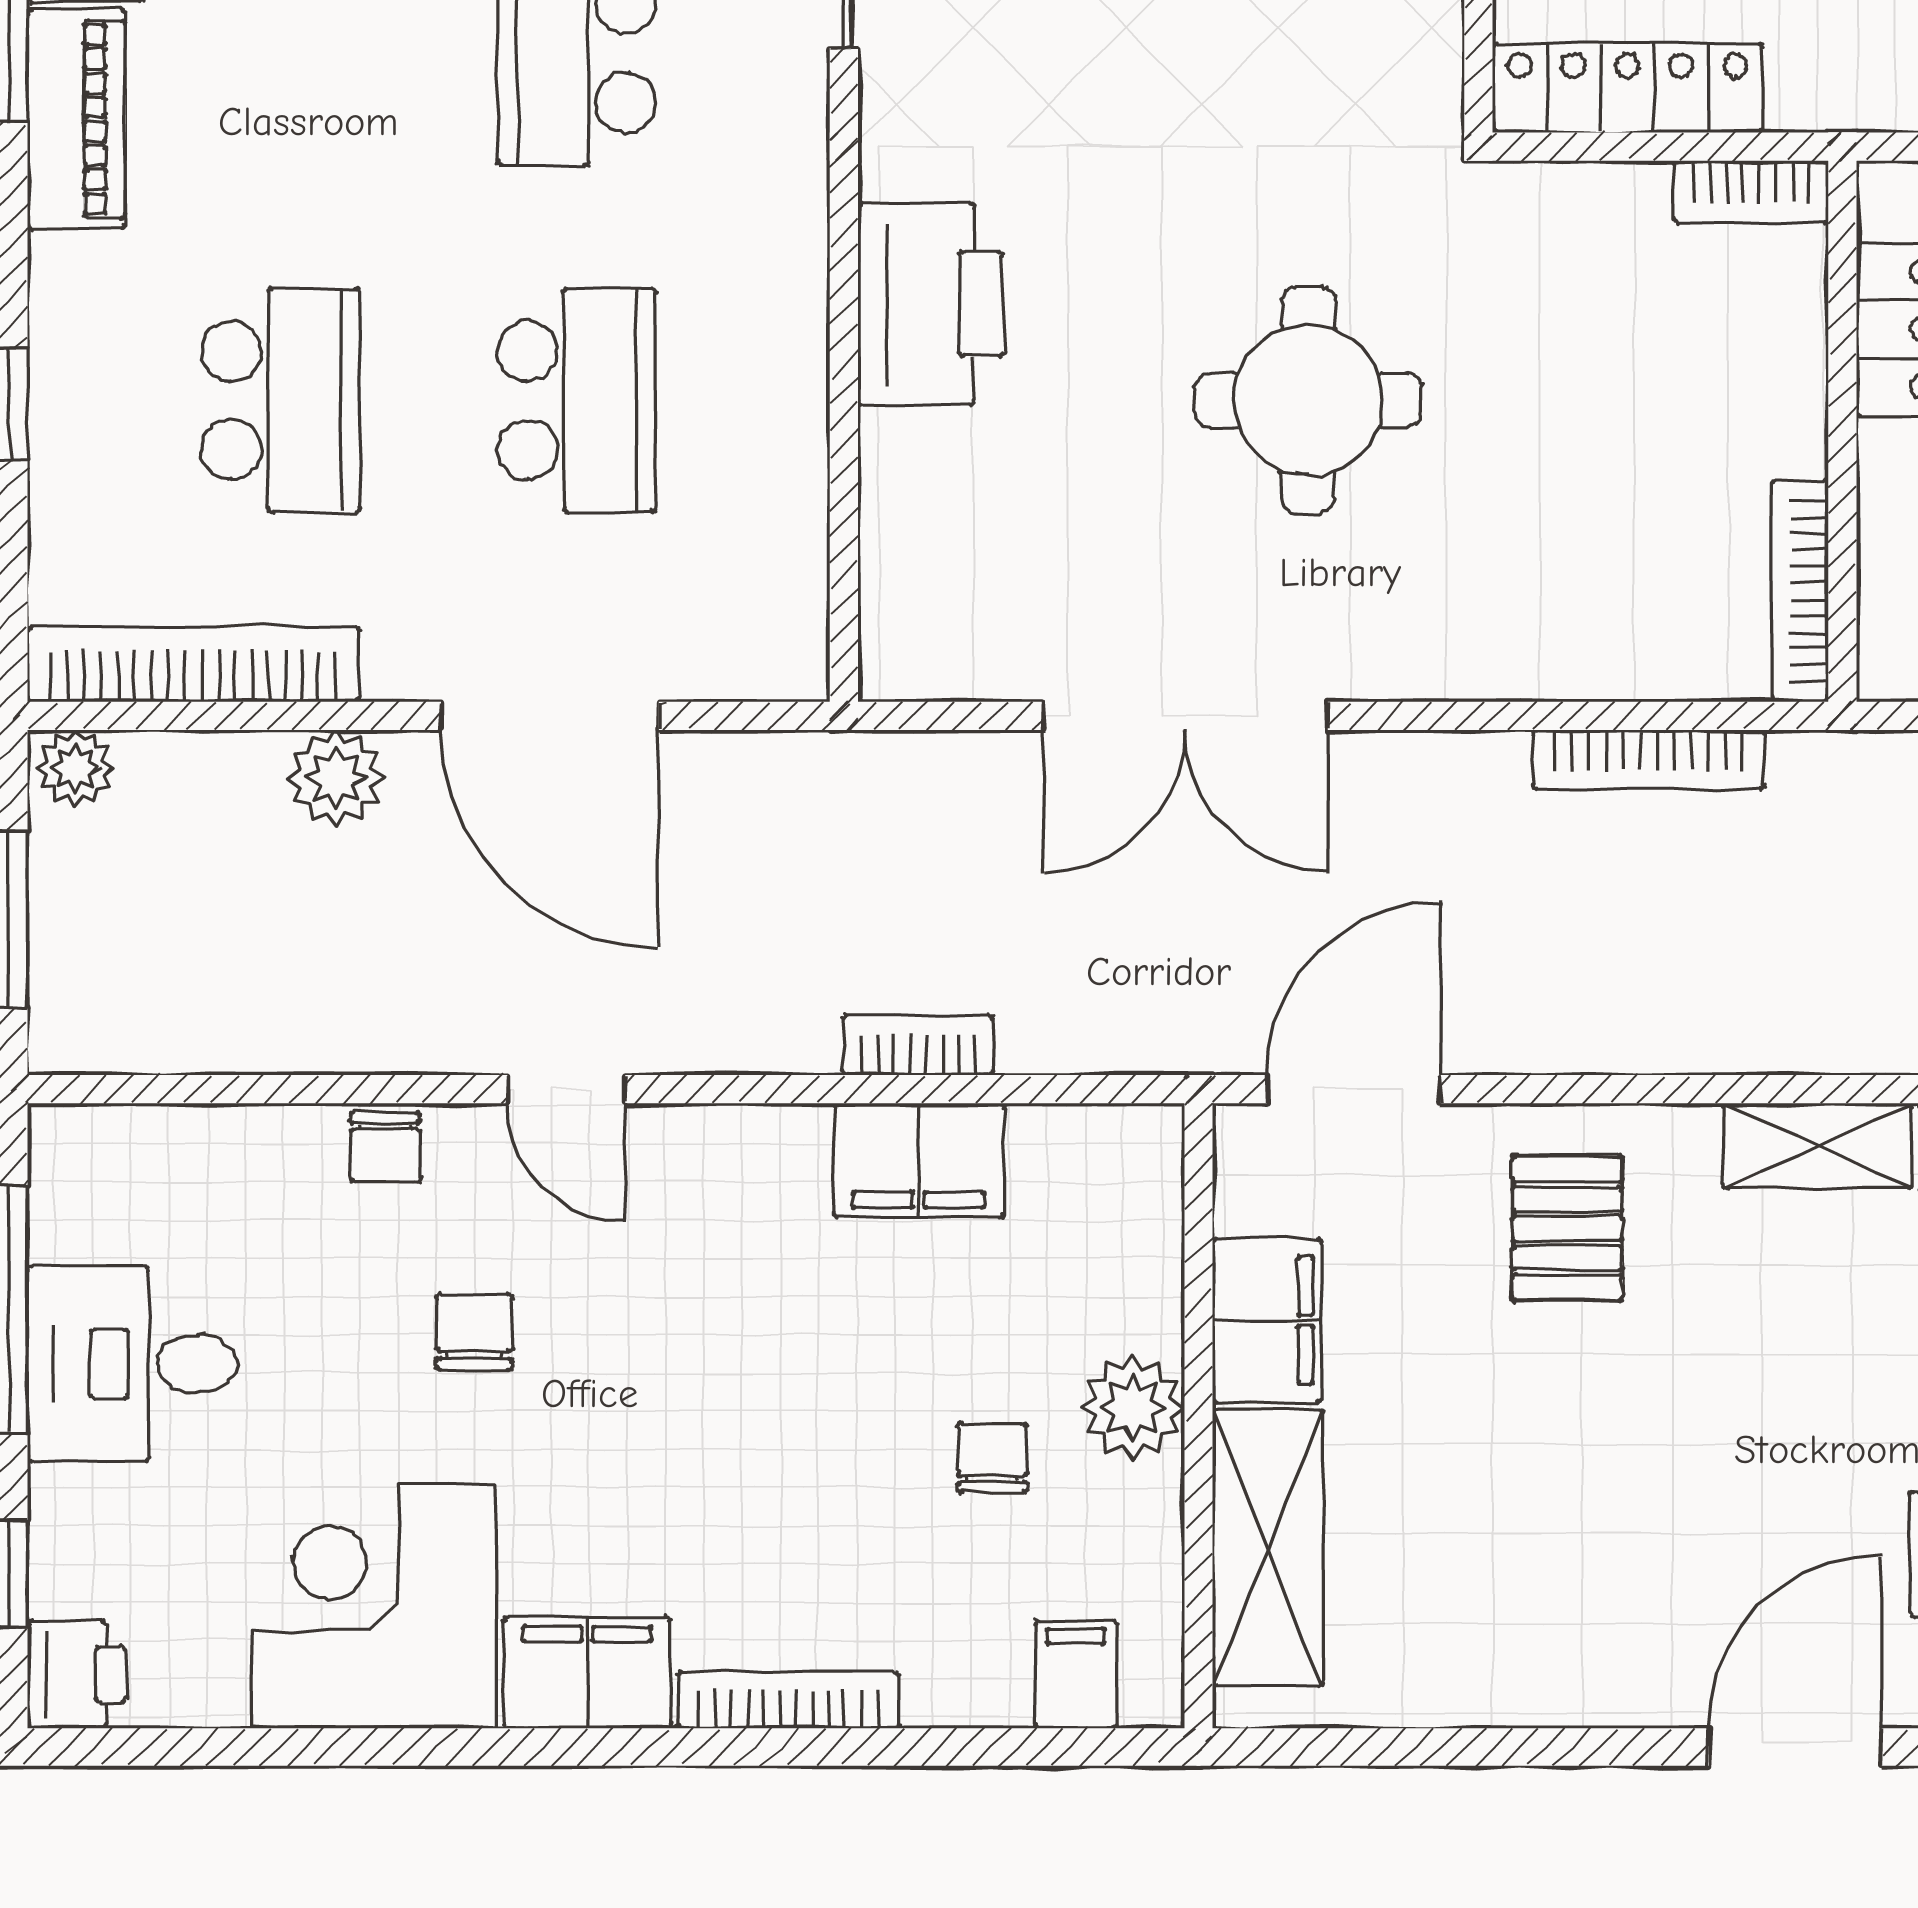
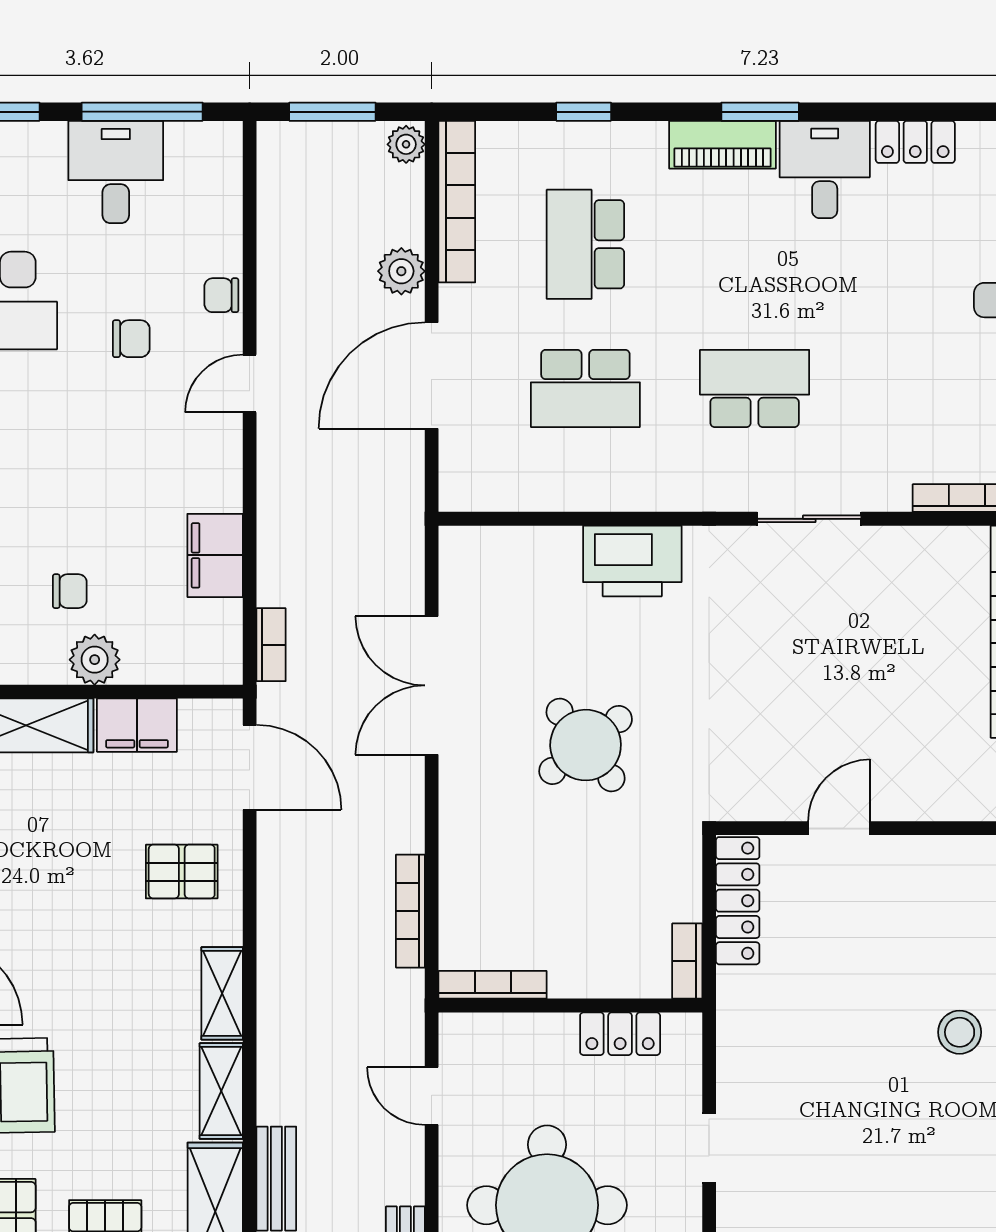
school desk: (281, 400) -> (585, 244), turned 90
round table: (1308, 400) -> (586, 745), turned -38
bookcase: (918, 1045) -> (271, 645), moved

